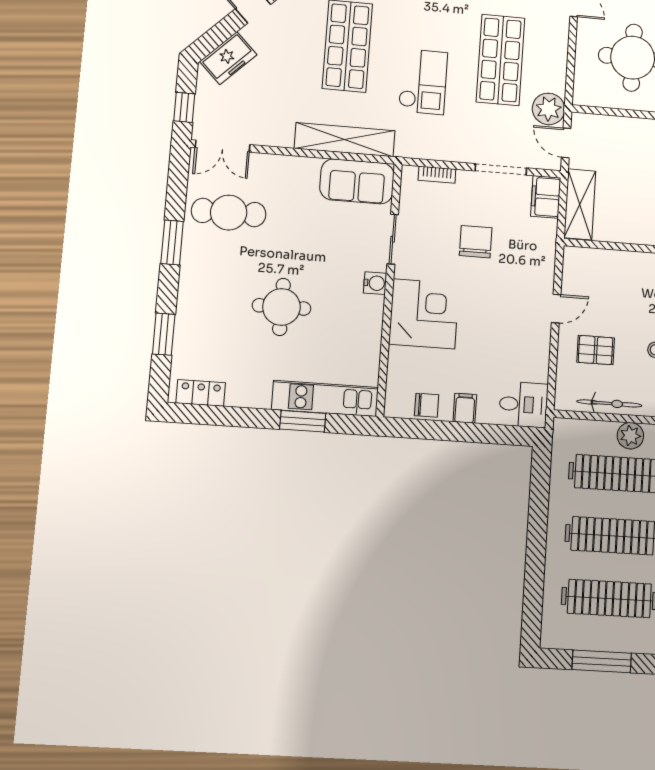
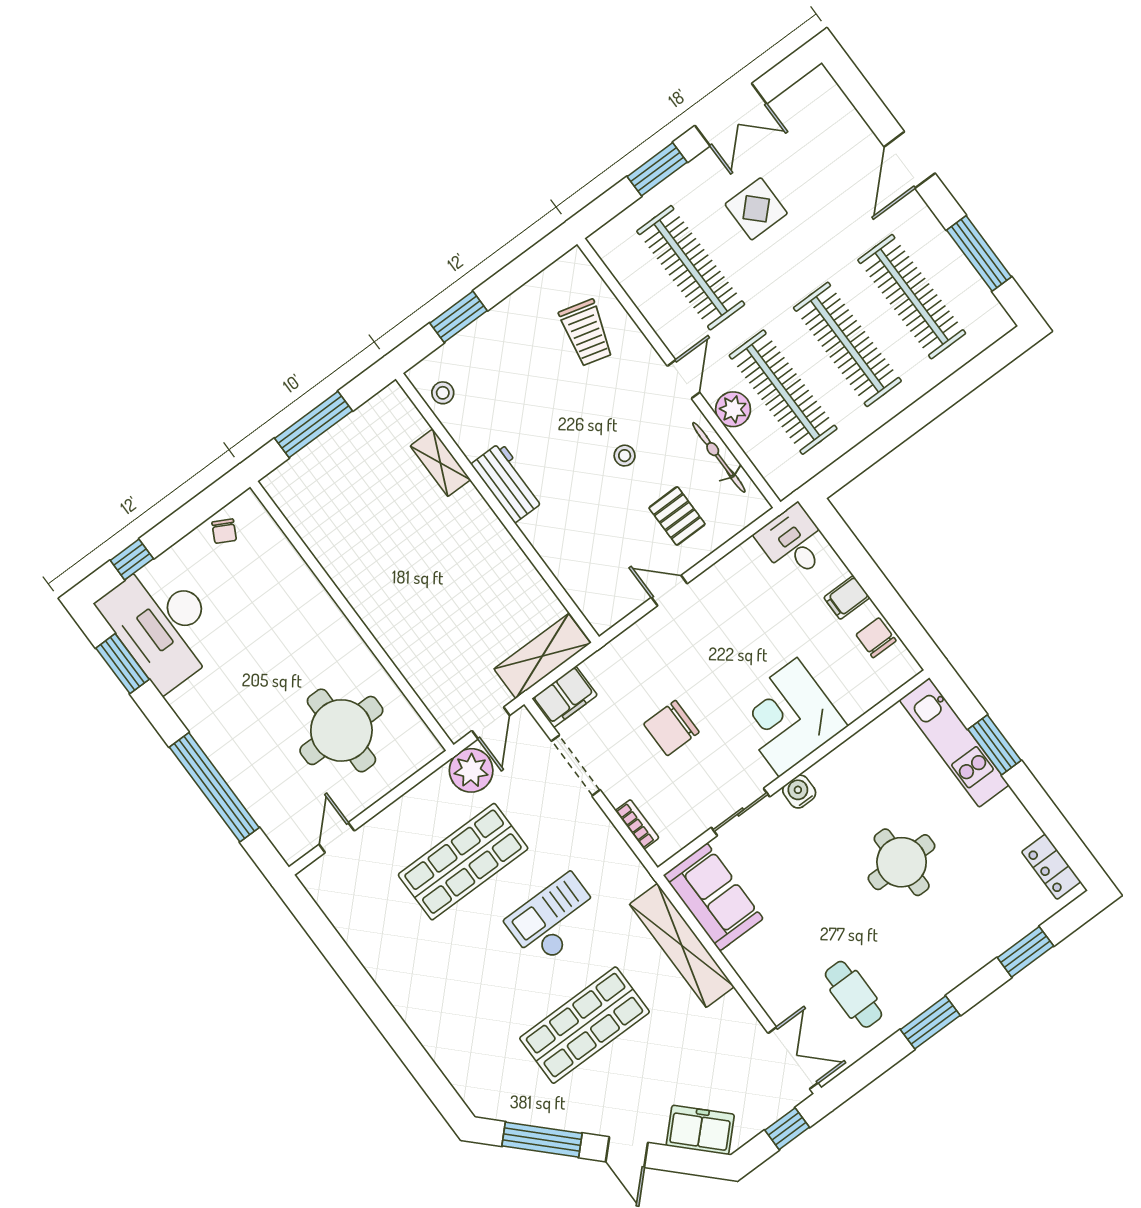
cafe table: (229, 213) -> (853, 994), width x0.73, depth x0.74

